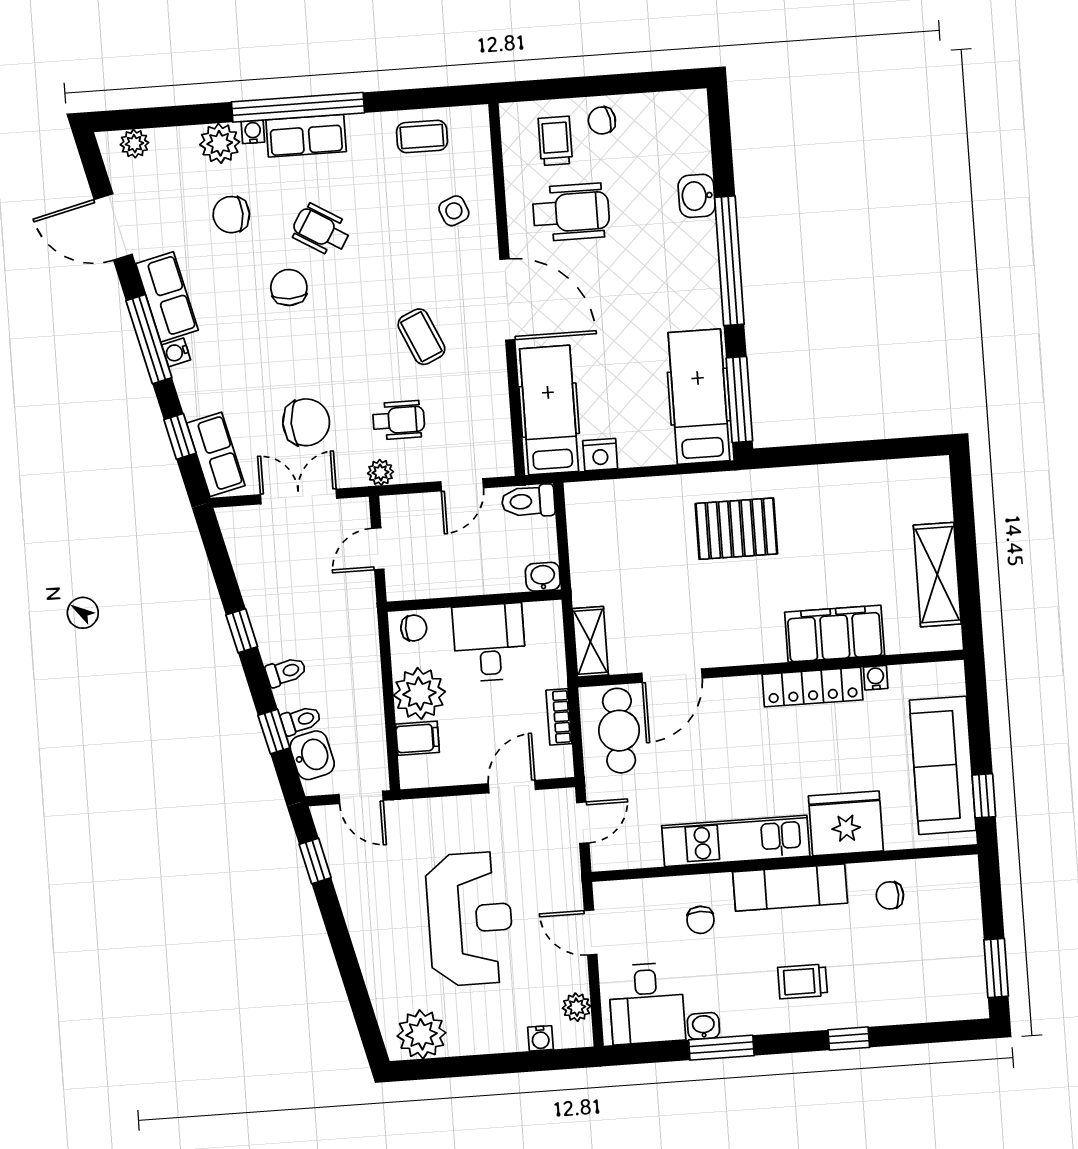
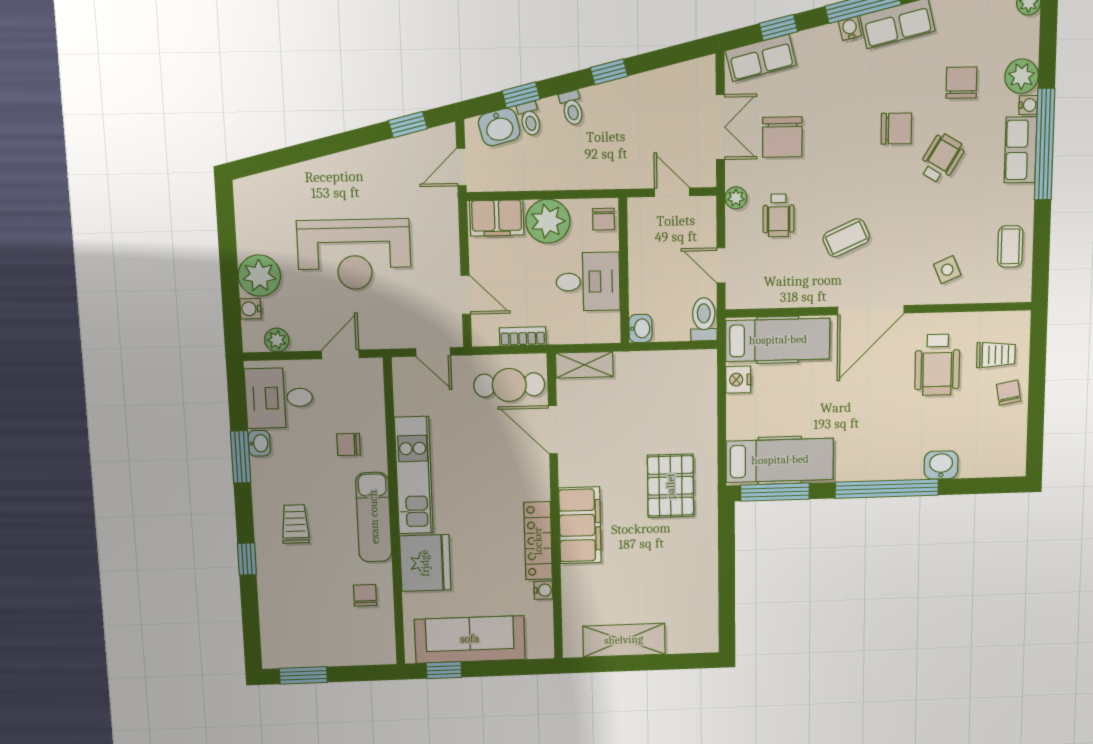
filing cabinet: (835, 634) -> (580, 525), moved
filing cabinet: (417, 738) -> (497, 218), width x2.00
plant: (421, 1034) -> (259, 276), moved

